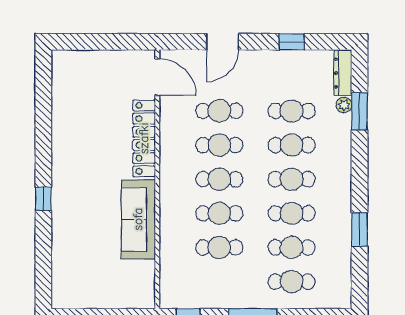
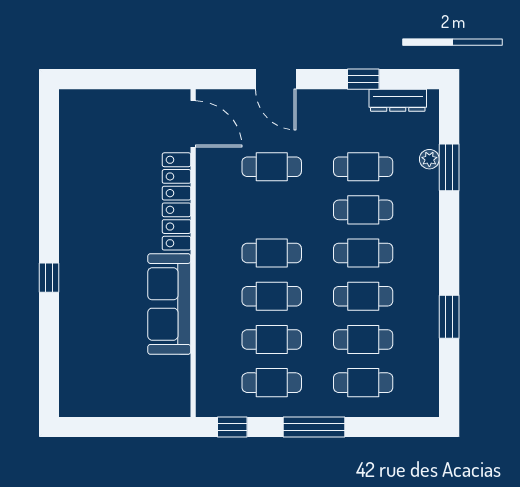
door: (223, 42) -> (276, 79), hinge flipped
dresser: (343, 73) -> (398, 100), moved, turned -90
cafe table: (219, 145) -> (272, 383), moved

